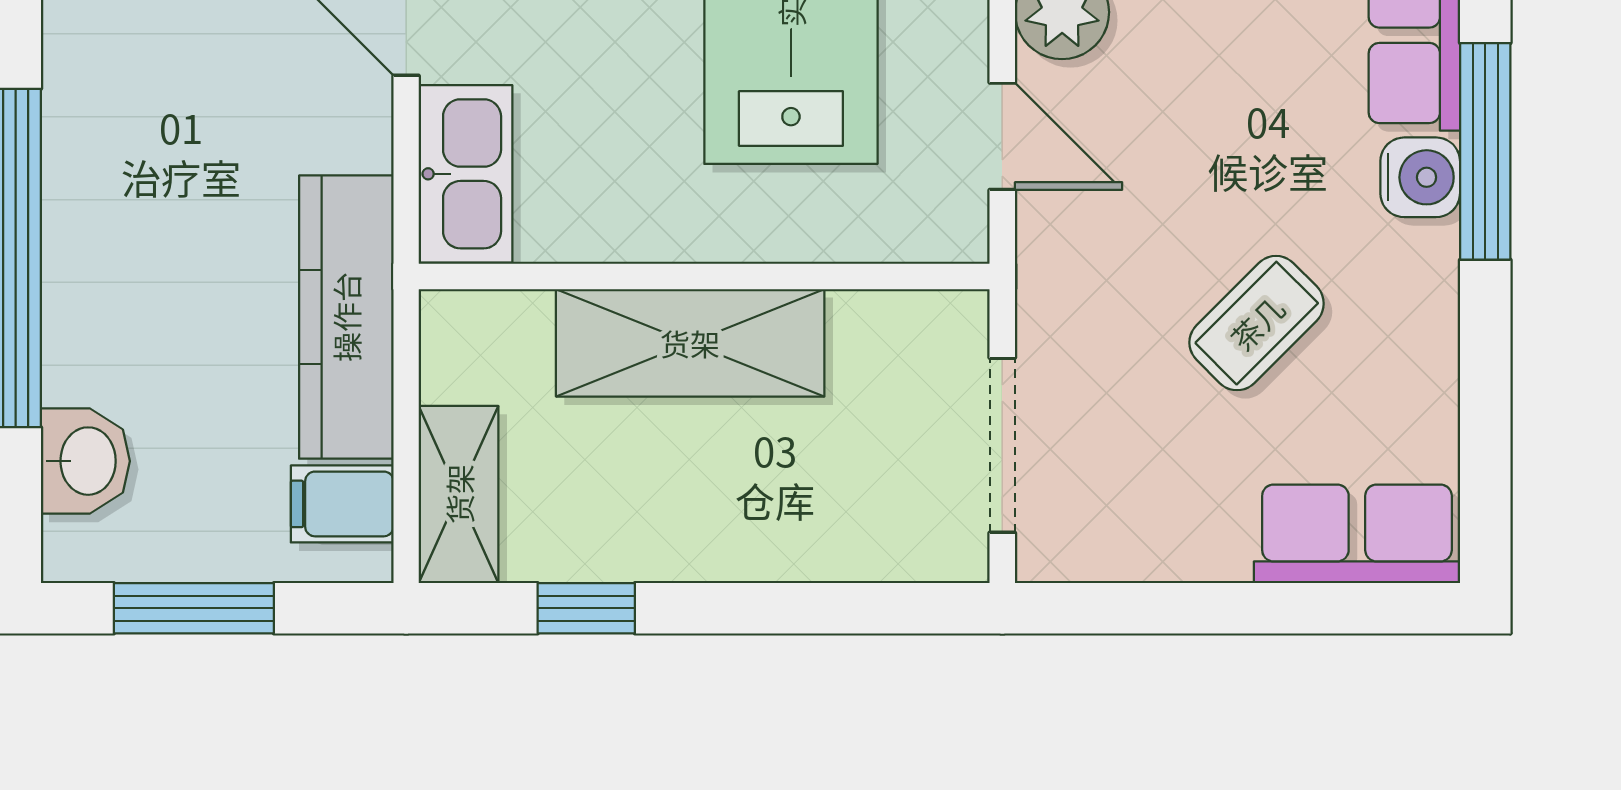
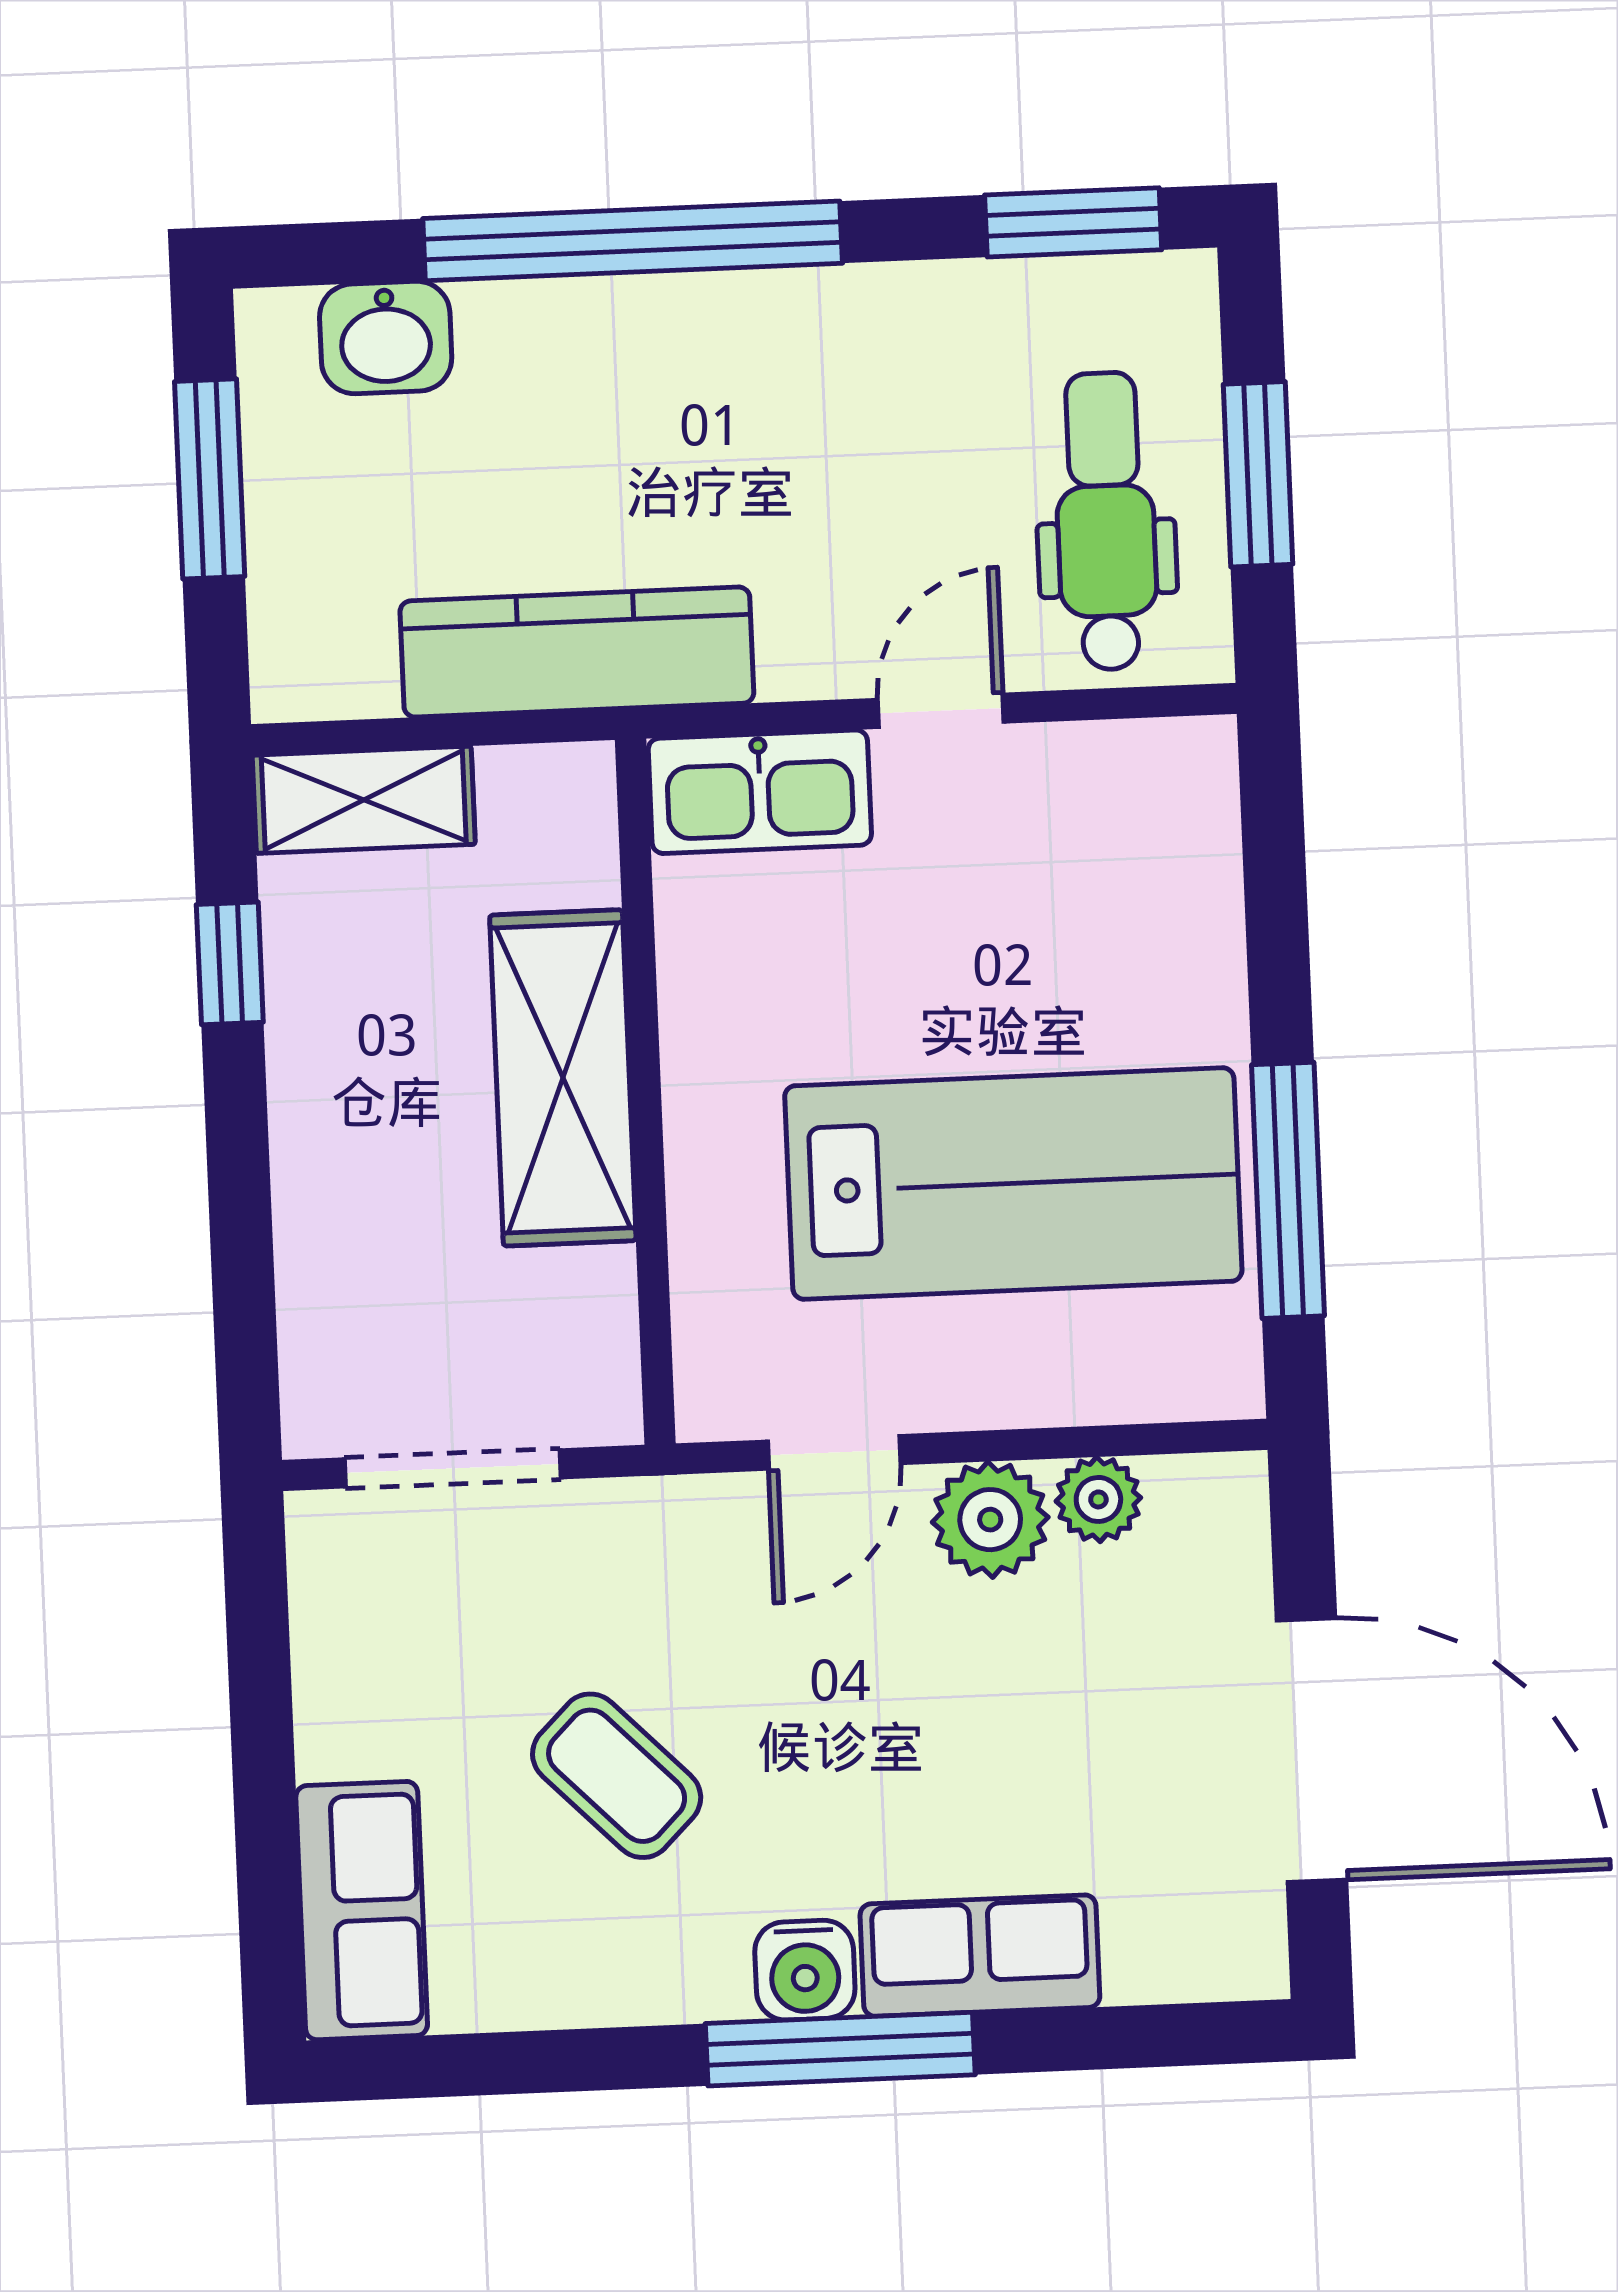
filing cabinet: (342, 504) -> (346, 657), removed

